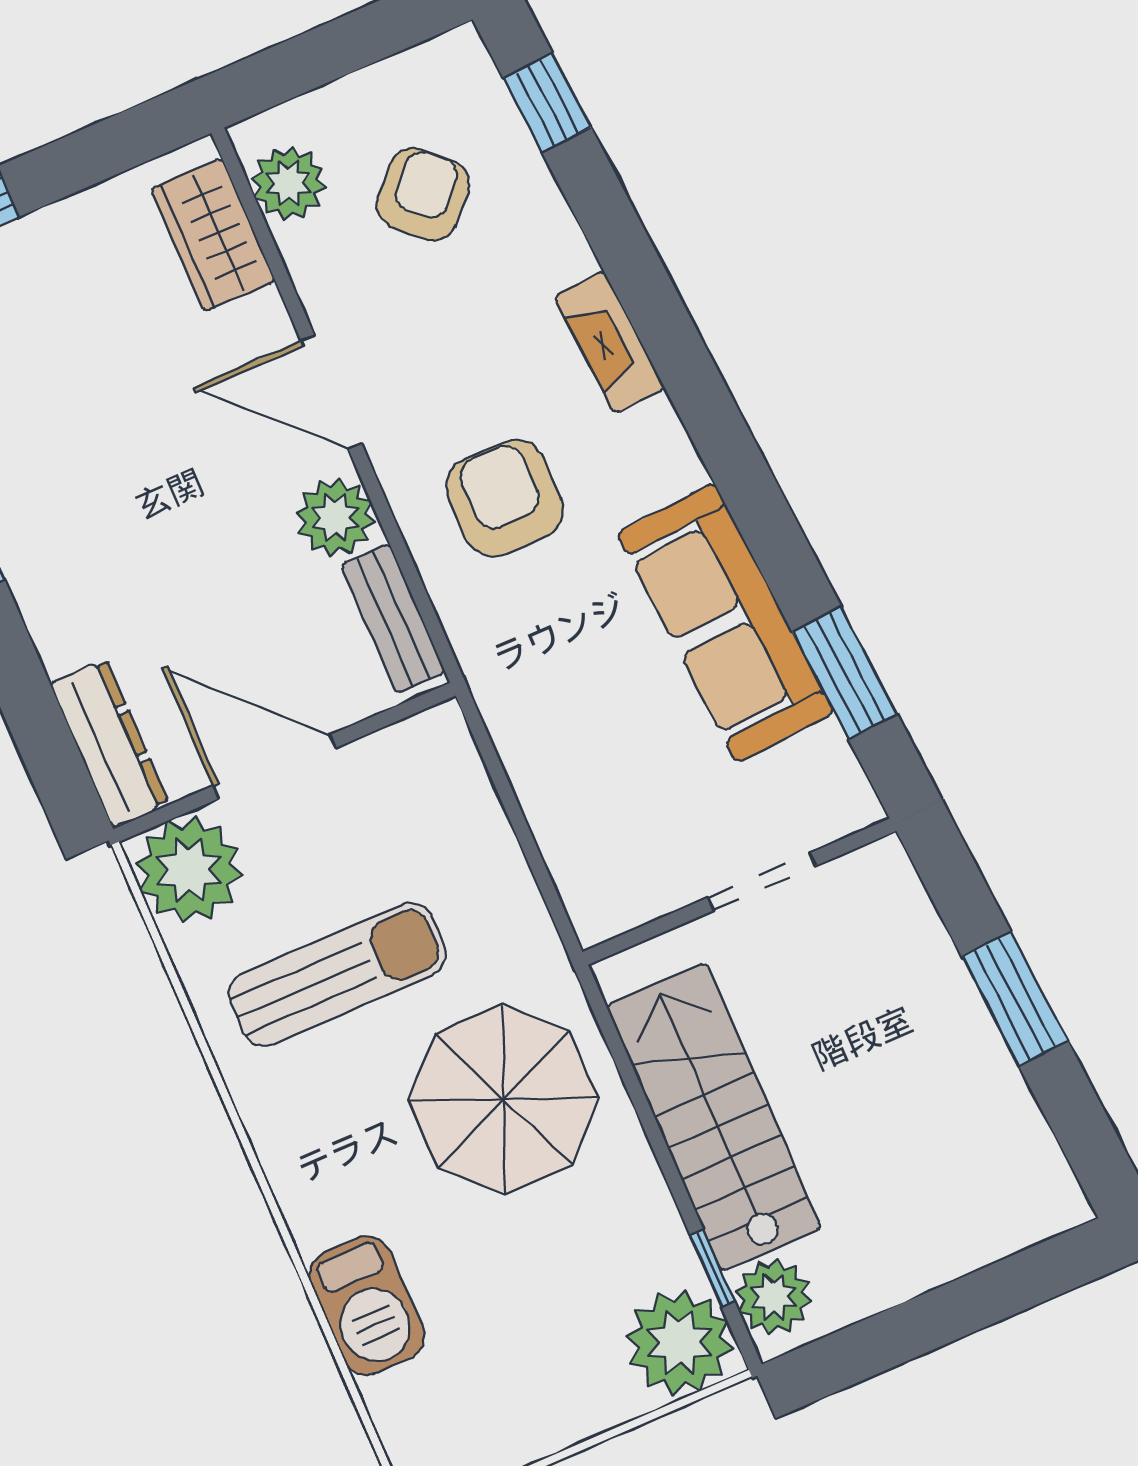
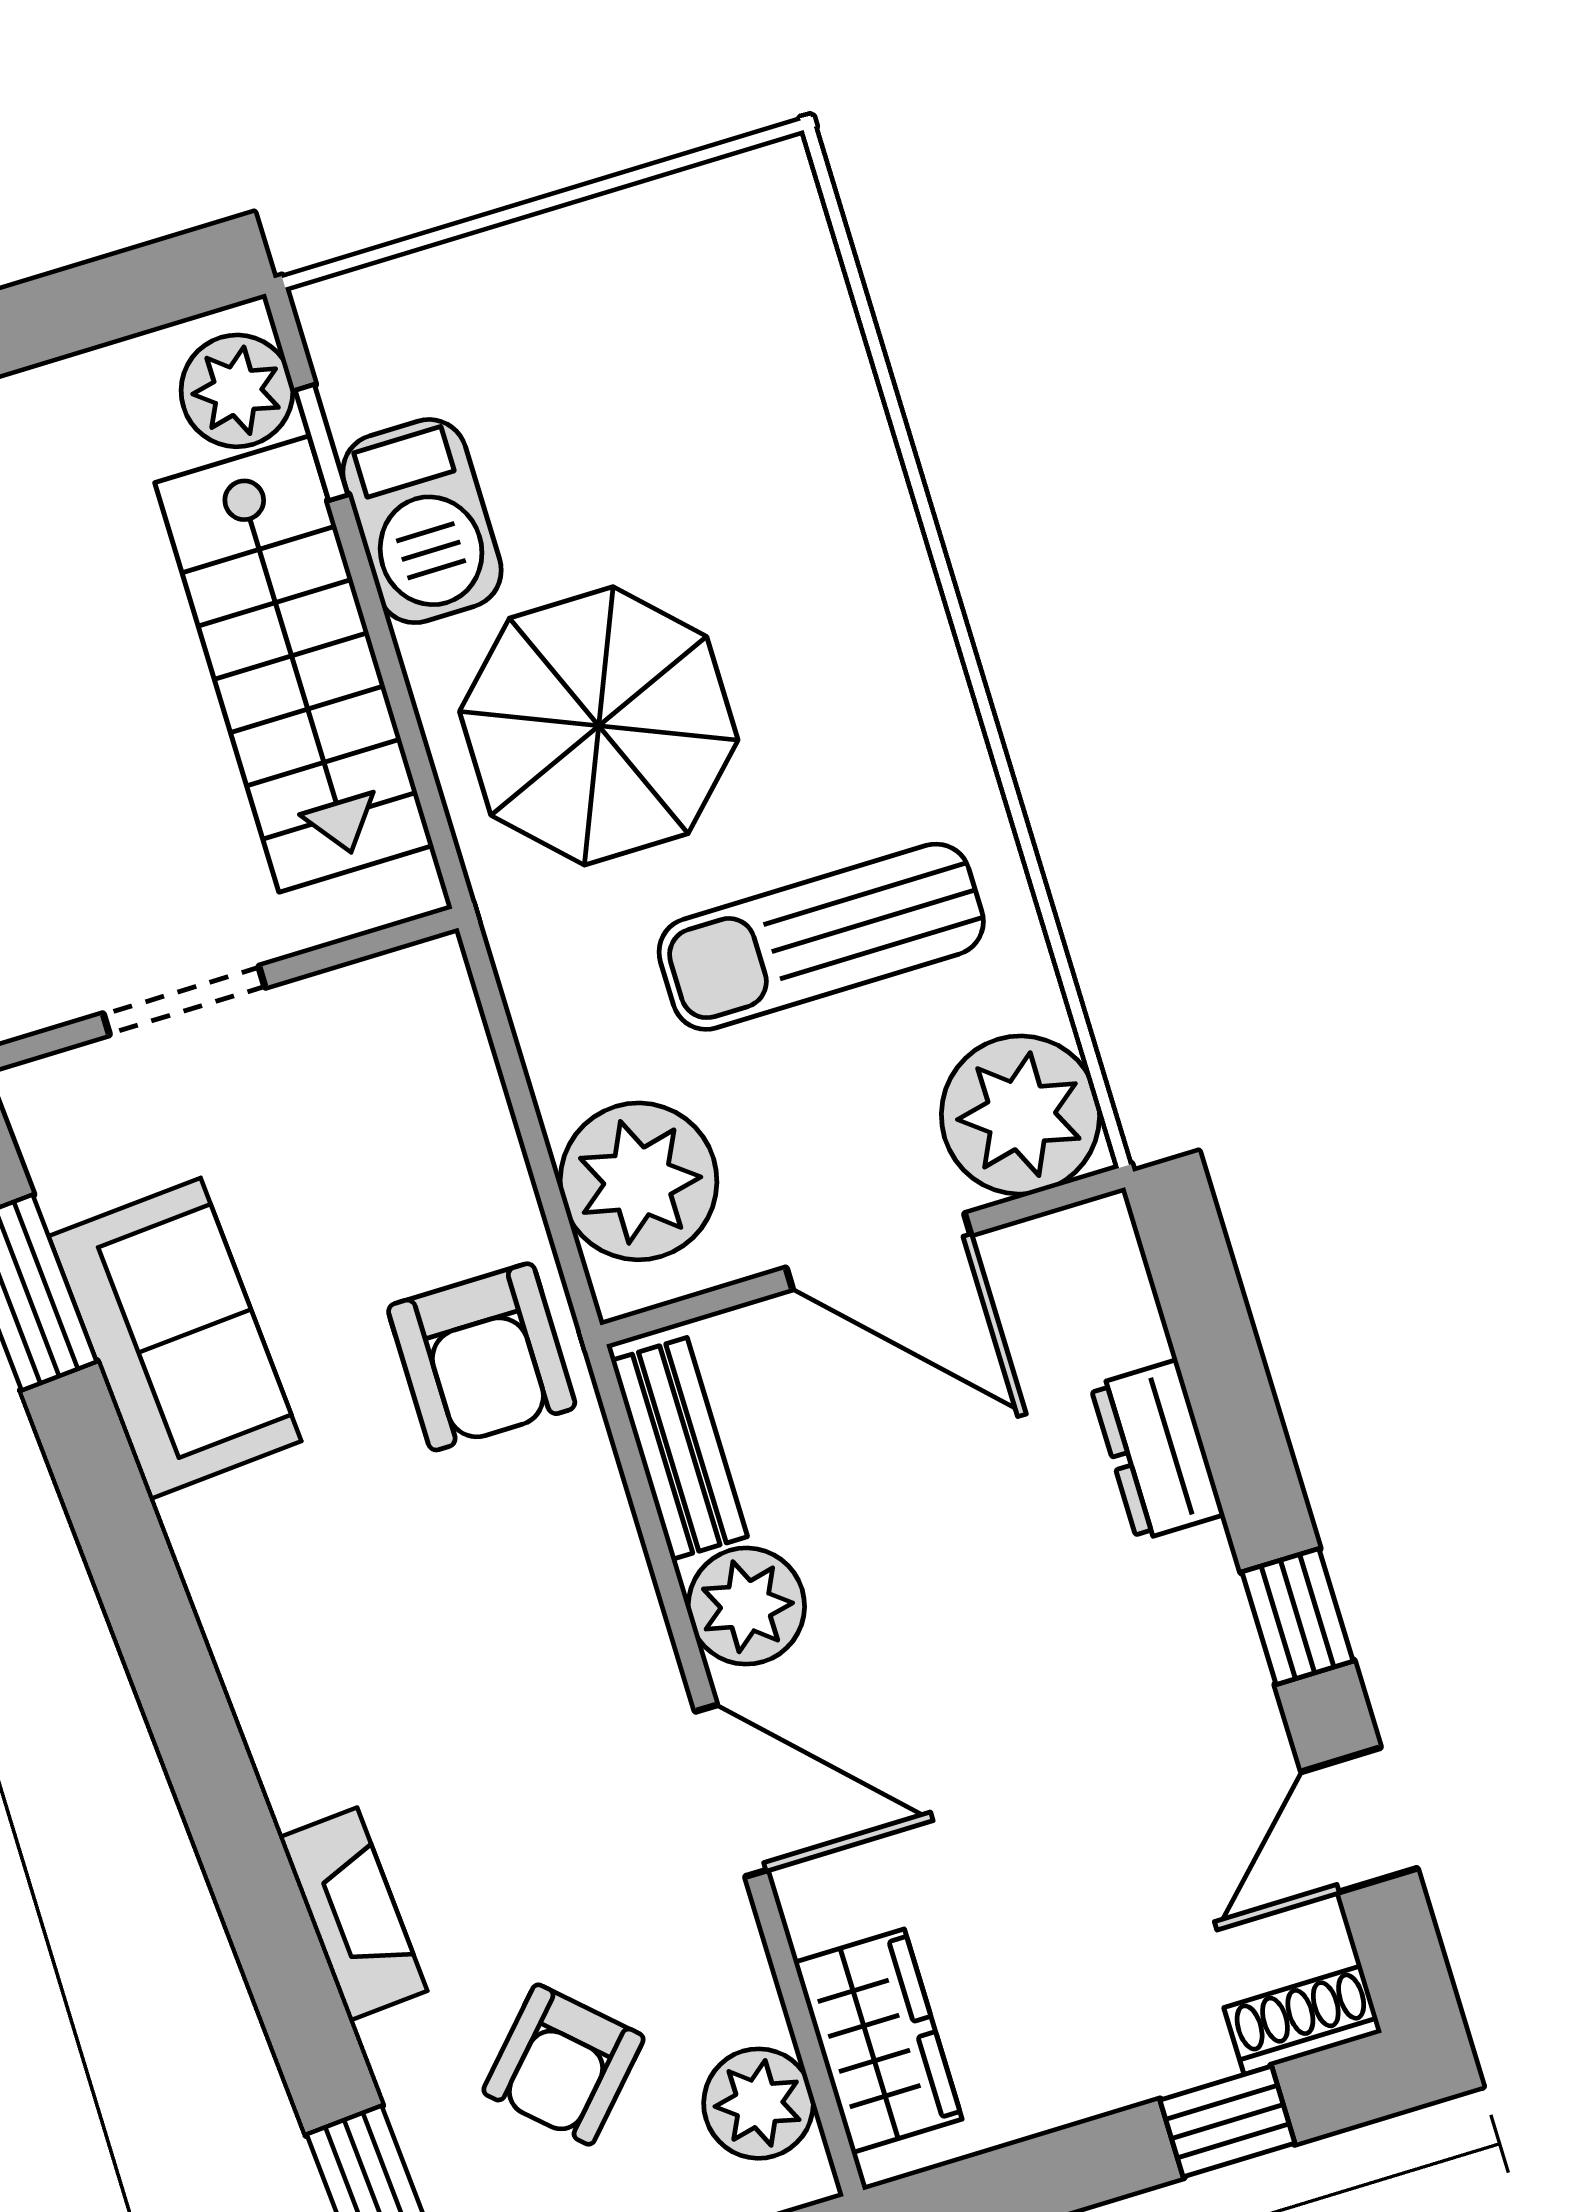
fireplace: (609, 342) -> (353, 1914), moved
armchair: (505, 498) -> (482, 1357), moved
sofa: (725, 623) -> (175, 1339), width x0.73
dresser: (109, 743) -> (1157, 1450), moved, width x0.70
barbecue: (367, 1306) -> (422, 521), moved, turned 180
plant: (679, 1342) -> (639, 1181), moved

